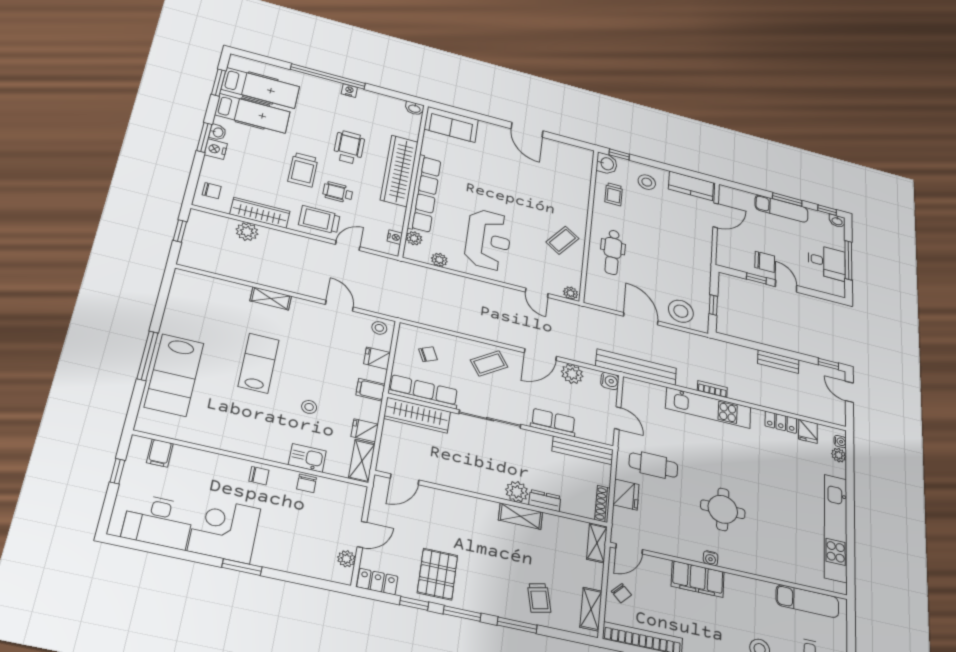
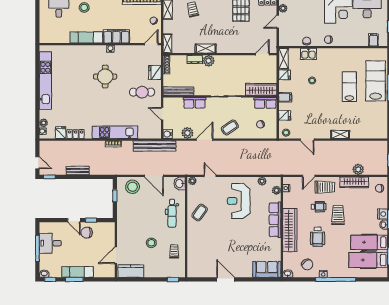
chair: (376, 112) -> (307, 264), added
washbasin: (607, 164) -> (180, 184), moved
stool: (647, 182) -> (151, 243), moved
row of seats: (424, 194) -> (275, 220), width x0.73
dental chair: (613, 252) -> (172, 213), turned 180
lab bench: (259, 363) -> (349, 87), moved, turned 180
row of seats: (423, 392) -> (265, 103), width x0.68
exam couch: (807, 601) -> (86, 37), moved

